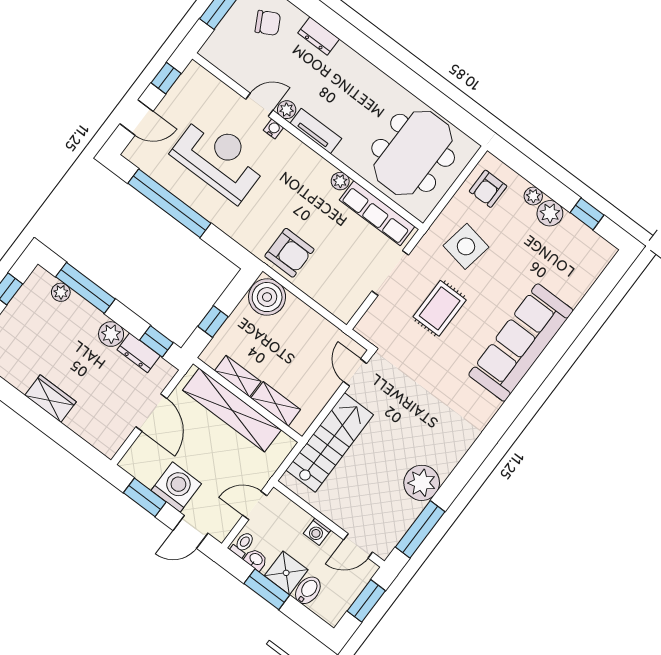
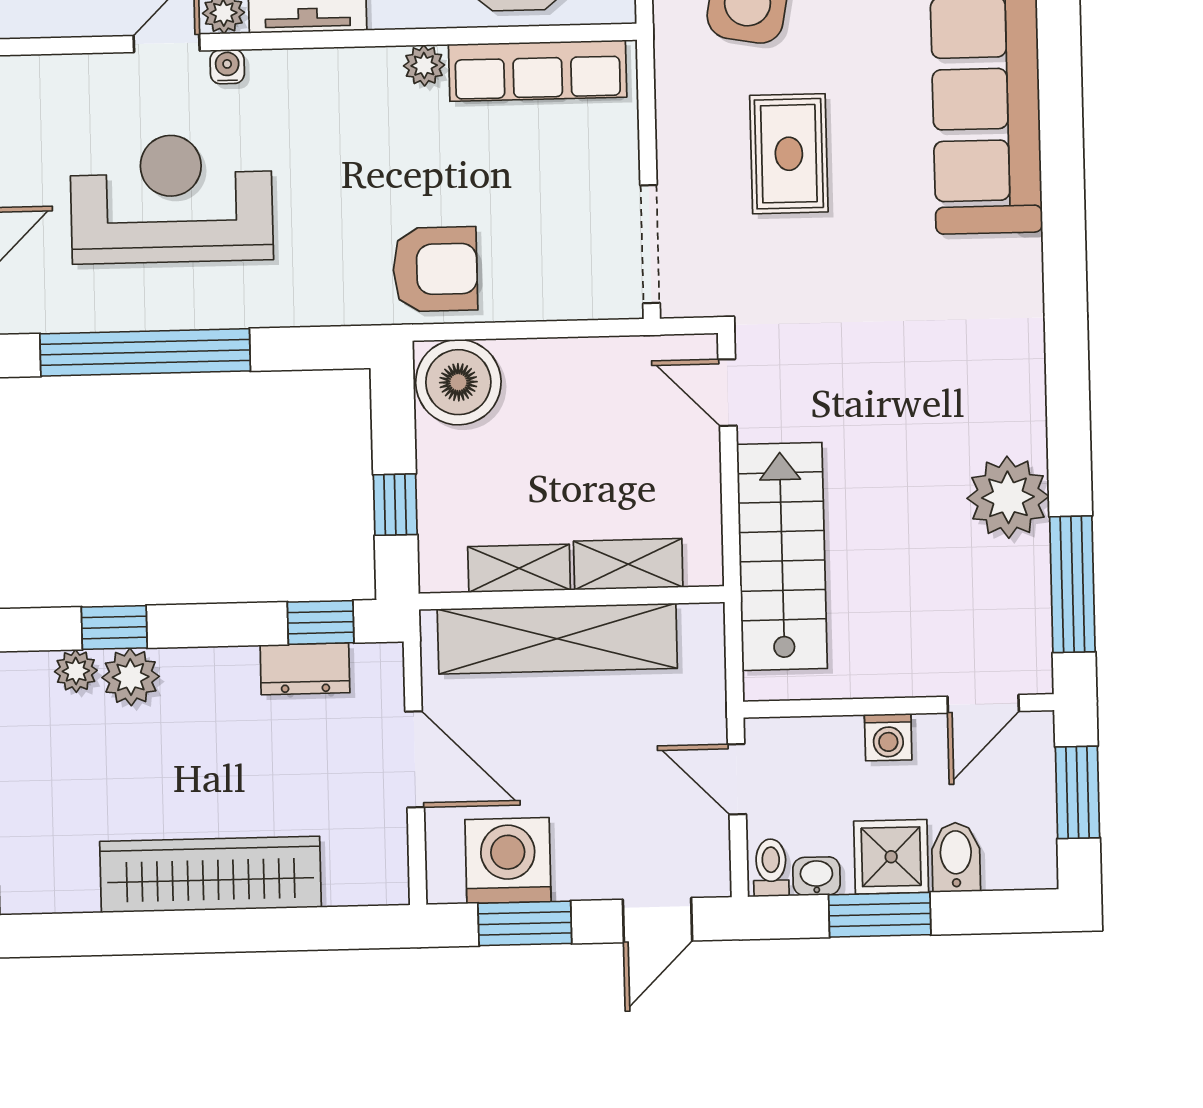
doorway: (390, 273) -> (650, 244), moved
window: (85, 288) -> (114, 627), width x0.46
plant: (111, 334) -> (131, 677), moved
wardrobe: (50, 399) -> (211, 874), width x2.10, depth x1.17
washing machine: (176, 487) -> (508, 861), moved
door: (255, 505) -> (737, 779), hinge flipped

